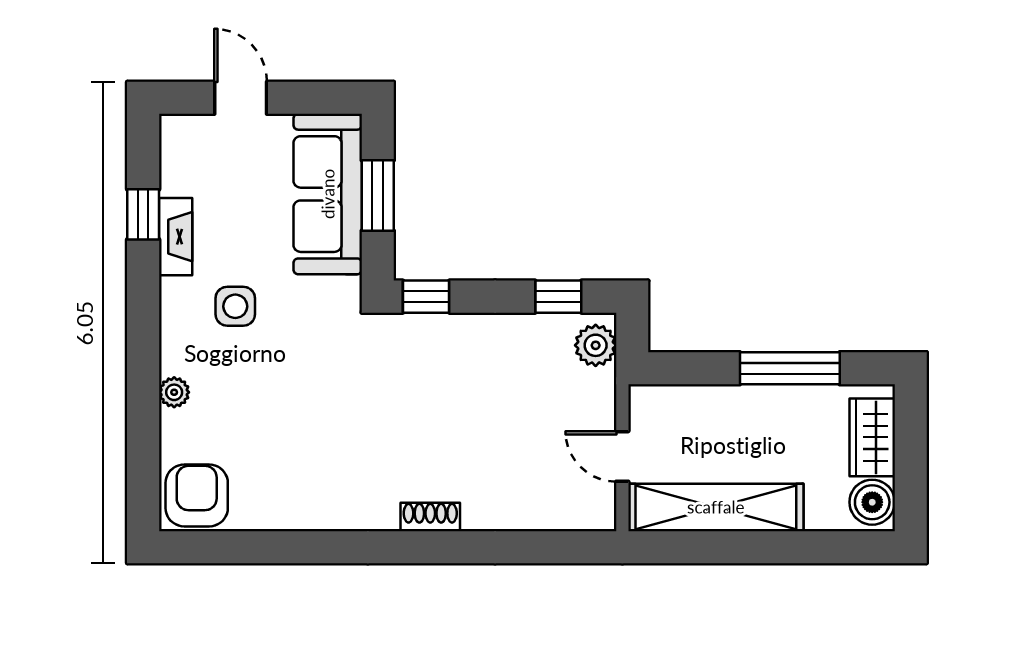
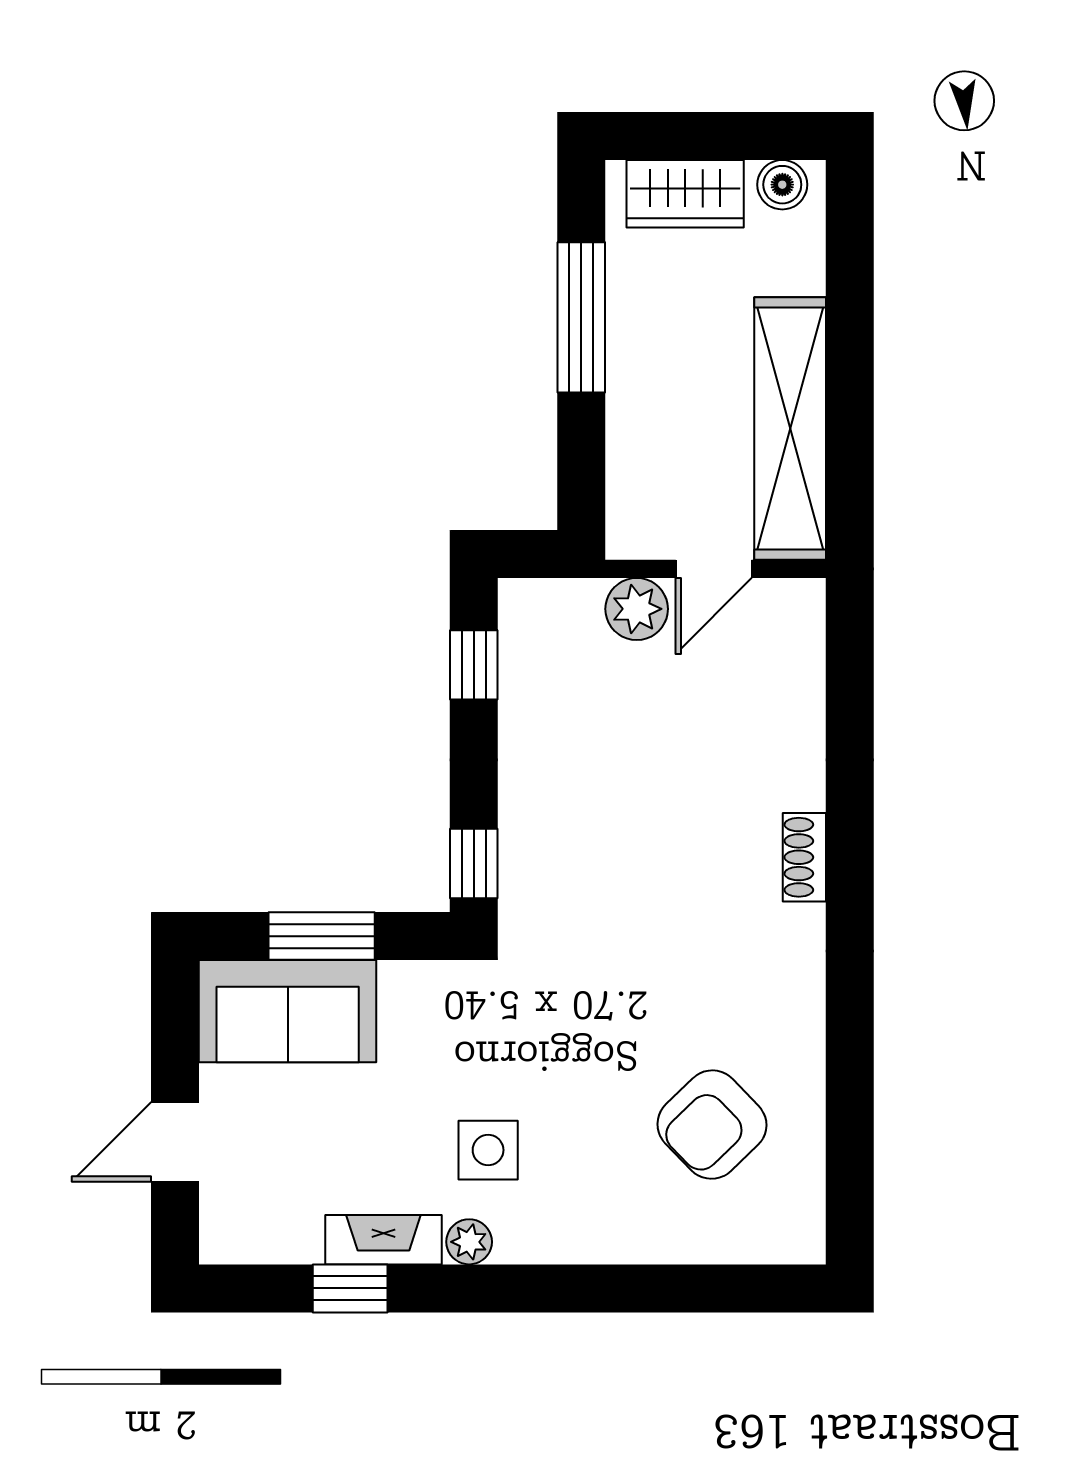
sofa: (328, 194) -> (288, 1011), width x0.73
plant: (596, 345) -> (637, 609), moved
plant: (174, 392) -> (469, 1242), moved
armchair: (197, 495) -> (712, 1125), moved, turned -44
boiler: (872, 502) -> (782, 185), width x0.73, depth x0.73

